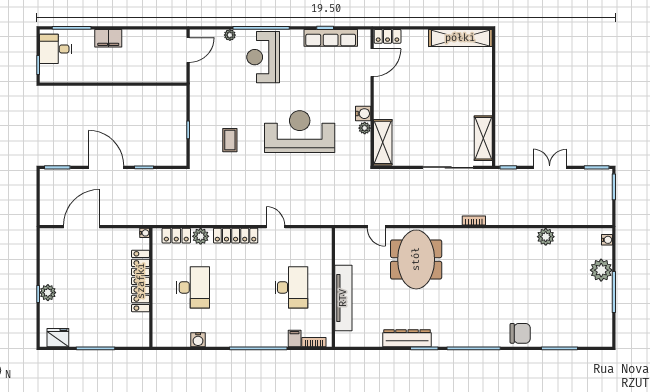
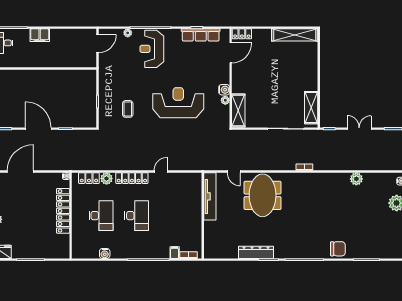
door: (276, 227) -> (161, 172), hinge flipped
desk: (291, 287) -> (137, 216), moved
tv unit: (343, 298) -> (210, 196), moved

